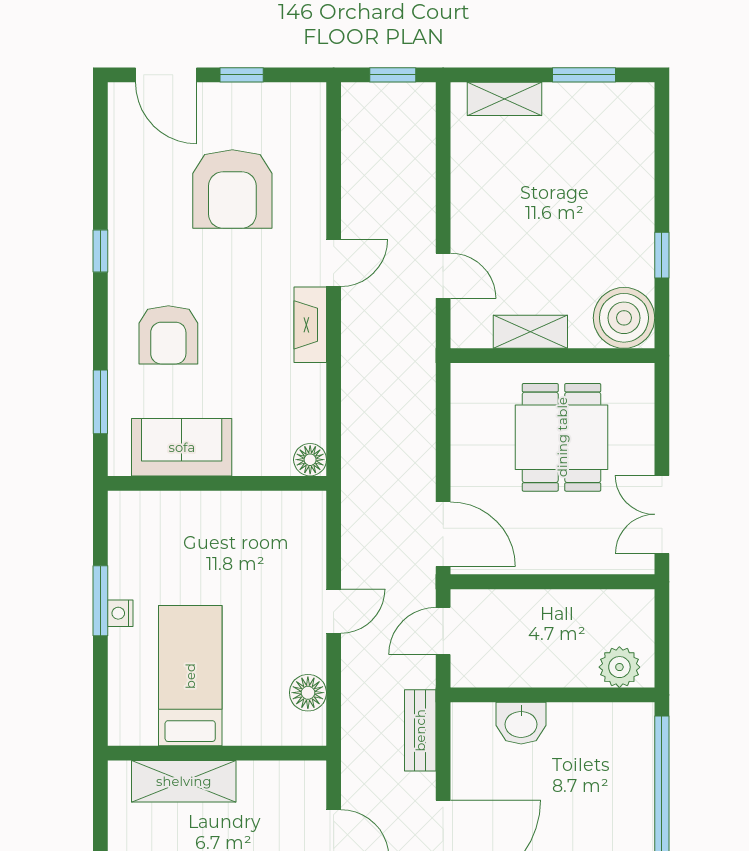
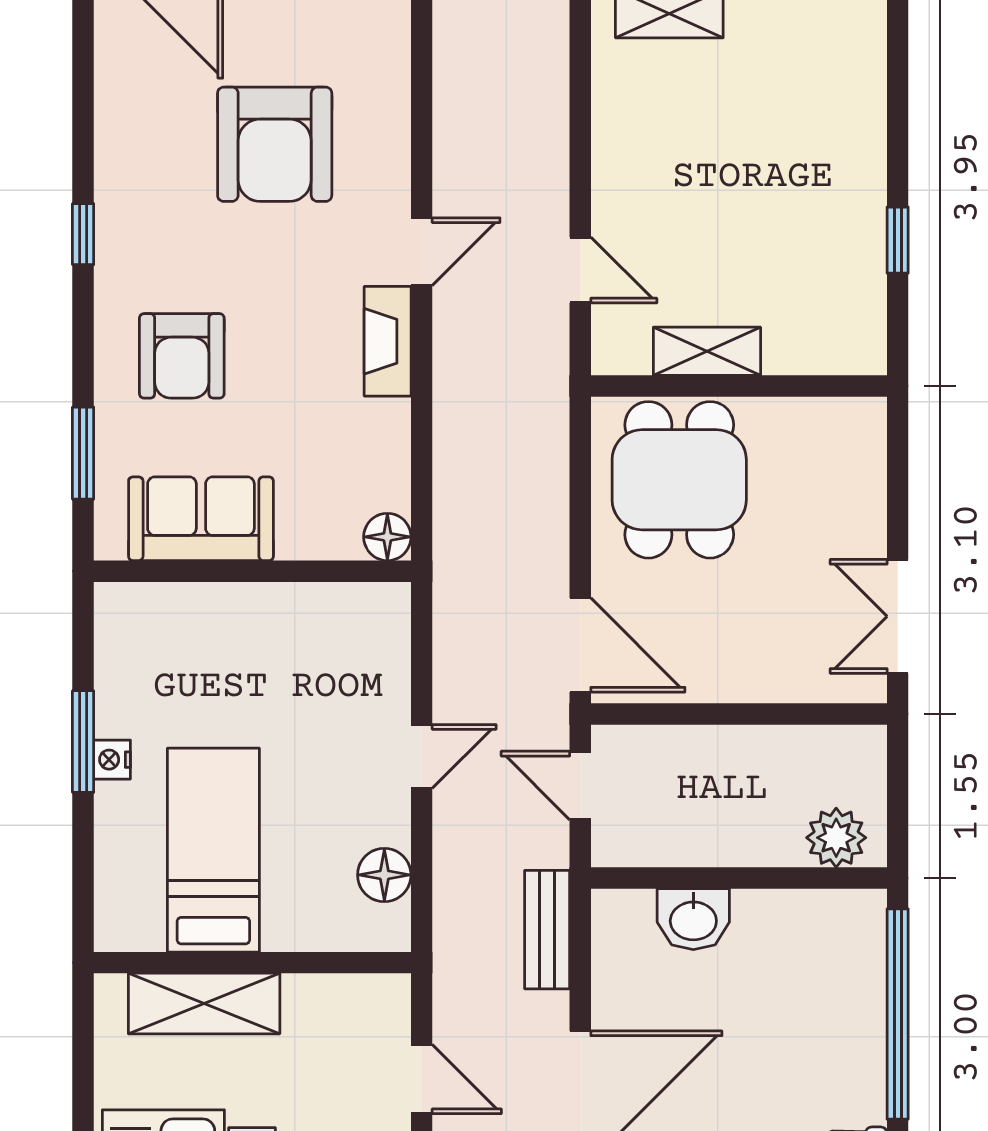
boiler: (624, 318) -> (843, 331), removed
dining table: (562, 437) -> (679, 480), moved
door: (443, 631) -> (580, 786), hinge flipped

